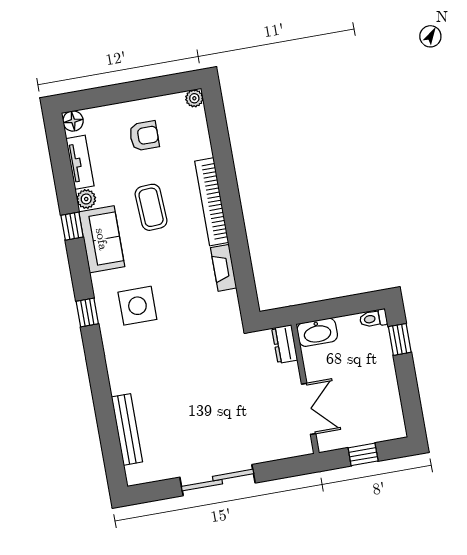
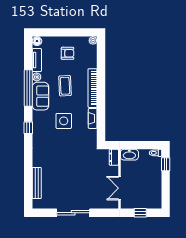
window: (72, 226) -> (28, 88), width x3.17
side table: (137, 306) -> (64, 121), moved
double door: (309, 409) -> (119, 188), swing flipped

